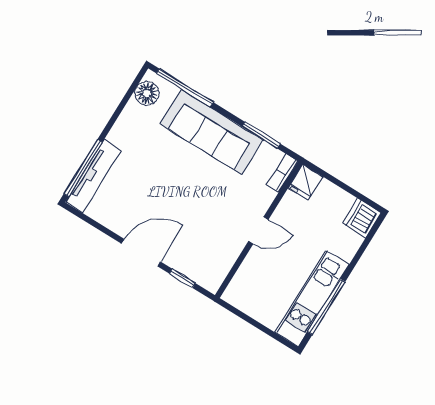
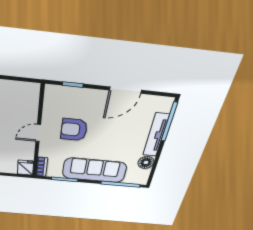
floor lamp: (147, 93) -> (146, 162), moved
tv unit: (93, 176) -> (156, 135), moved
armchair: (210, 214) -> (74, 130), added
door: (141, 253) -> (125, 90), moved

